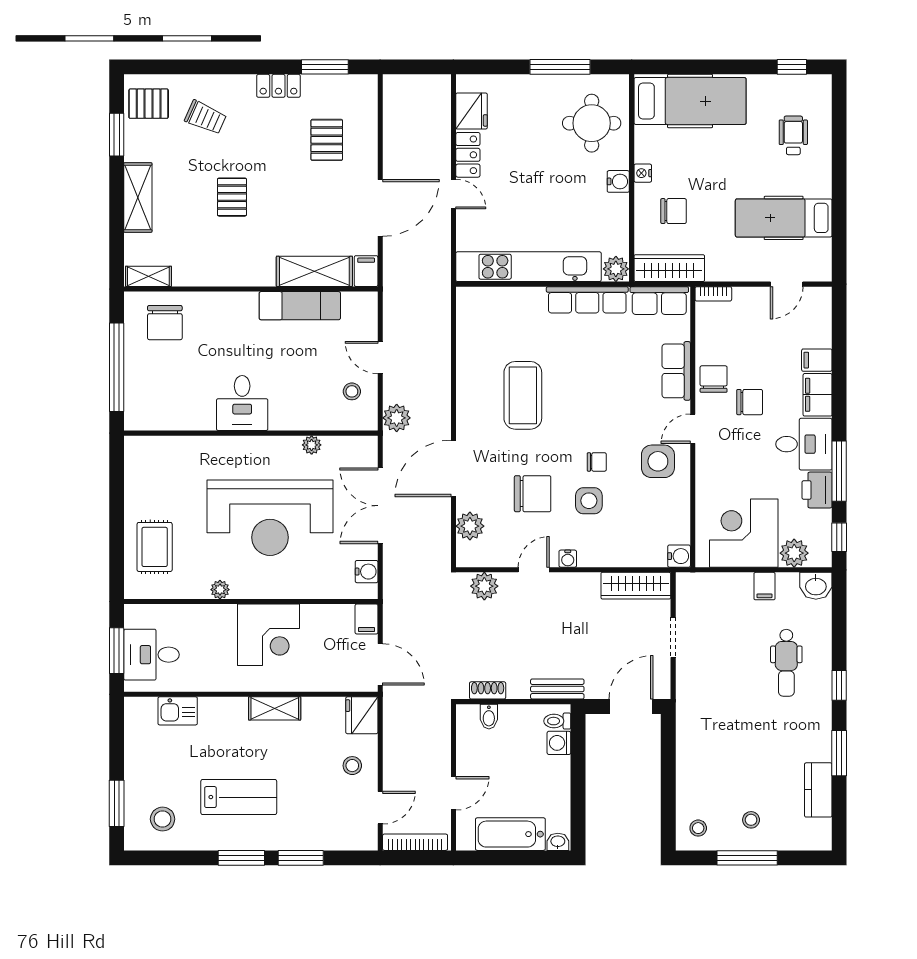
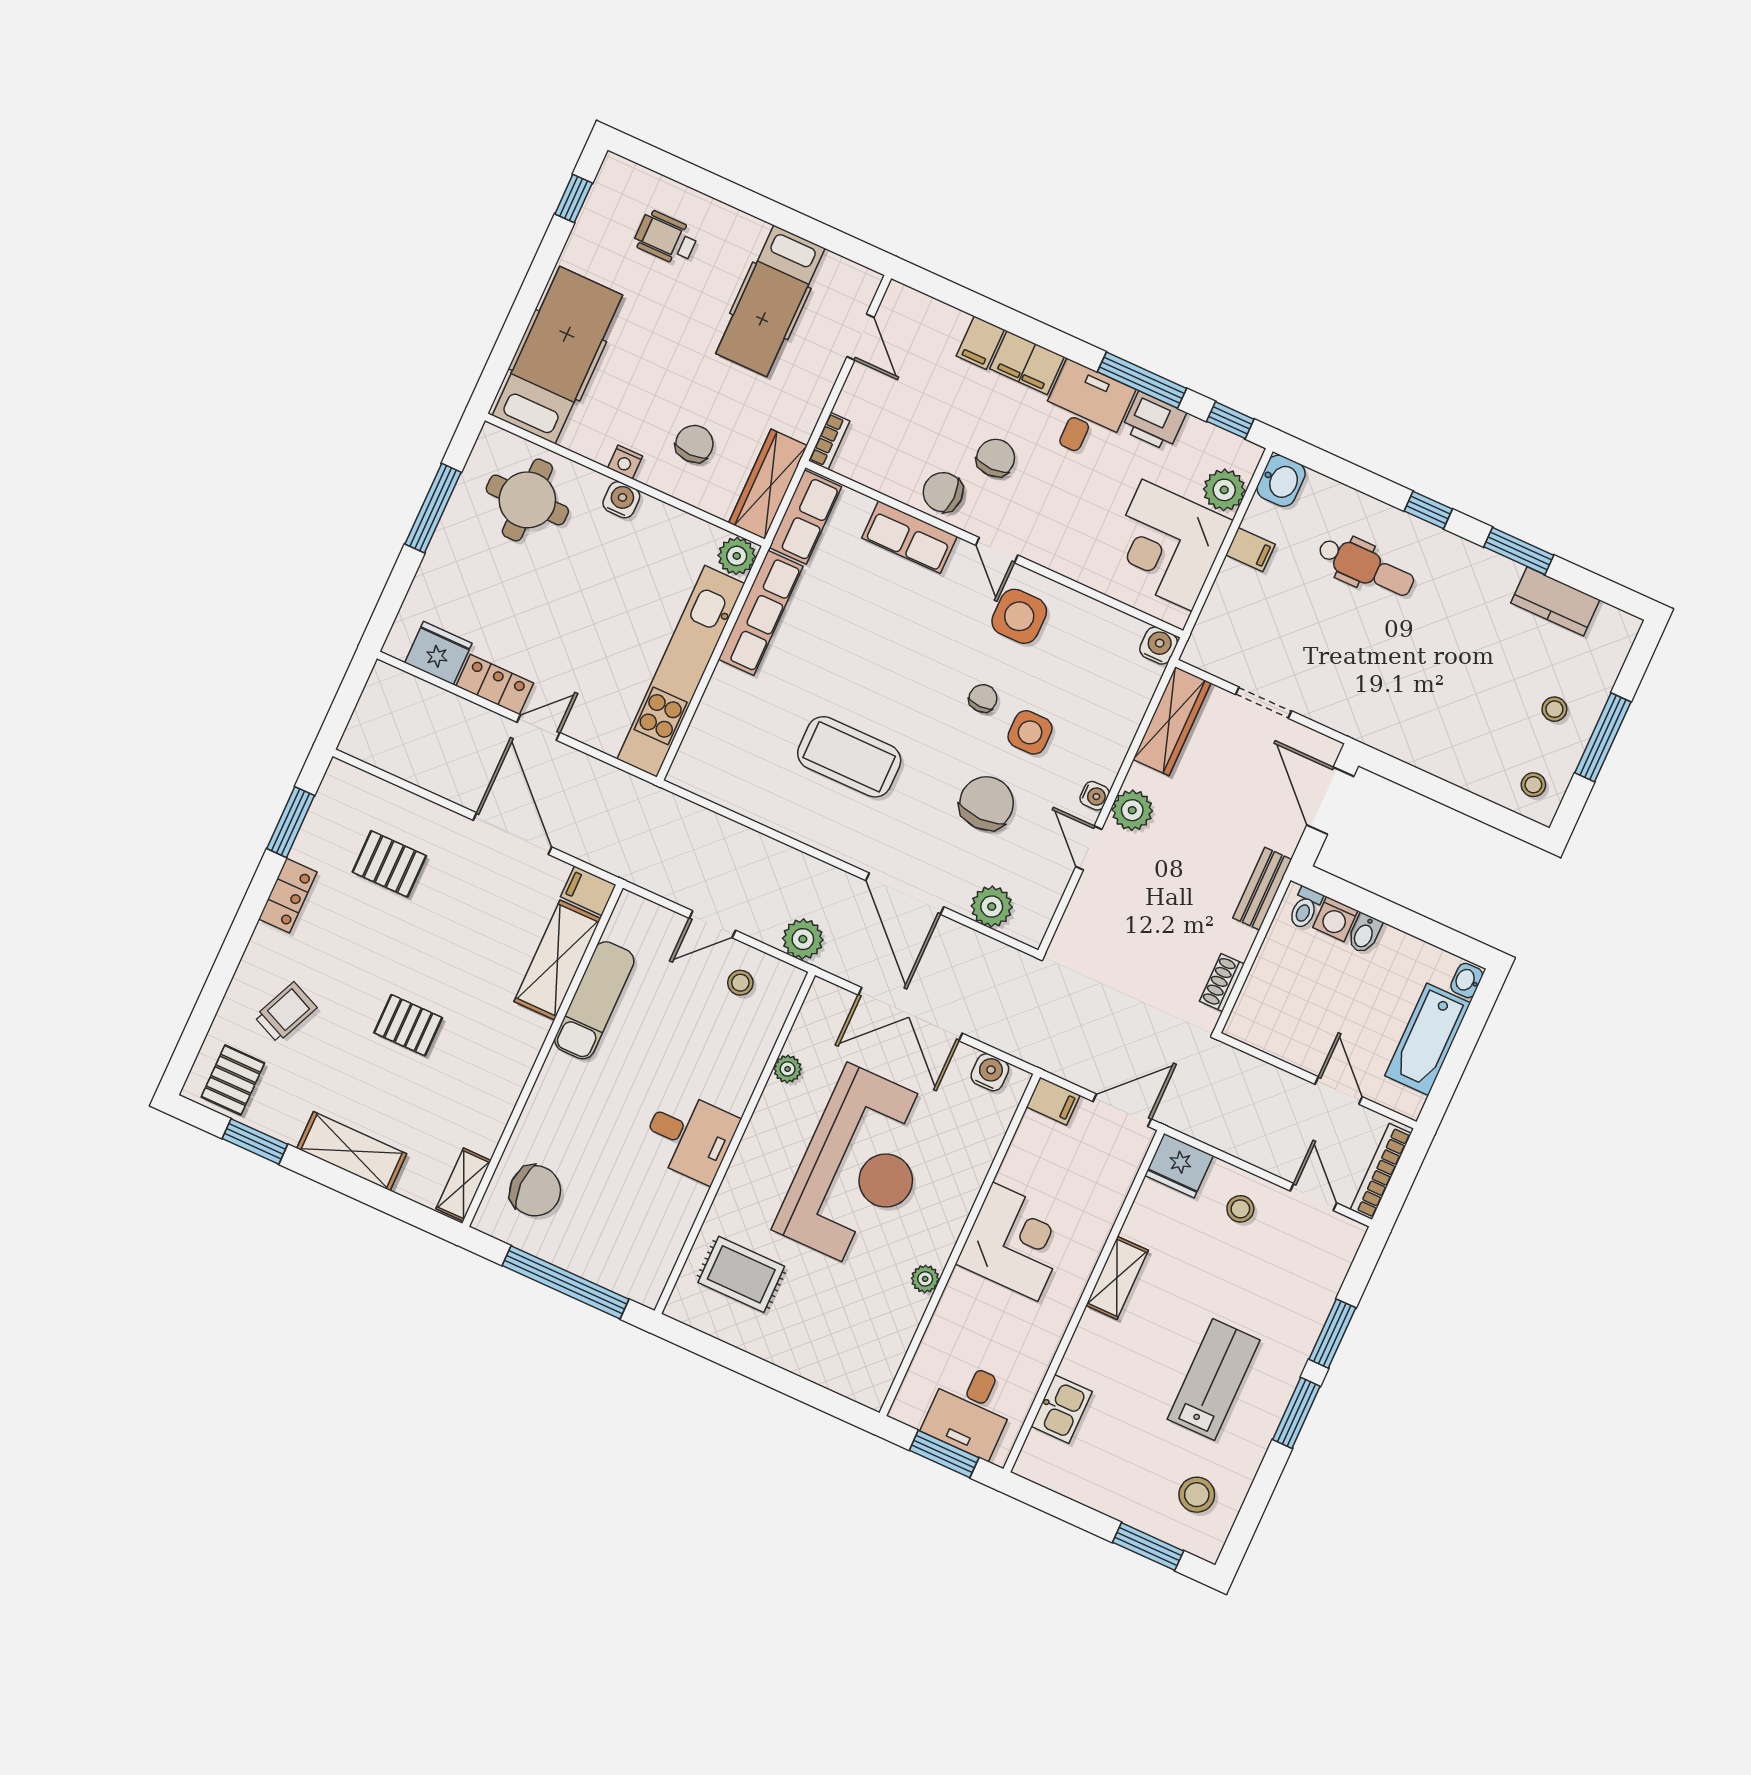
rug: (155, 547) -> (741, 1274), moved
plant: (484, 586) -> (1132, 810), moved
bidet: (489, 717) -> (1364, 934), moved, turned 90

